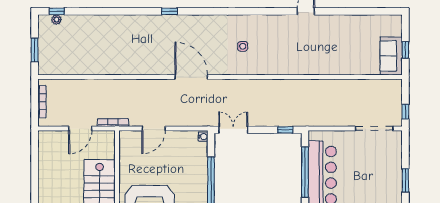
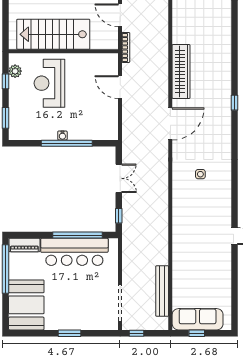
sofa: (391, 56) -> (198, 319), width x1.36
wardrobe: (138, 66) -> (181, 71), added
bench: (362, 85) -> (162, 291), added
double door: (233, 130) -> (119, 178), moved
water cooler: (203, 137) -> (62, 135), moved

